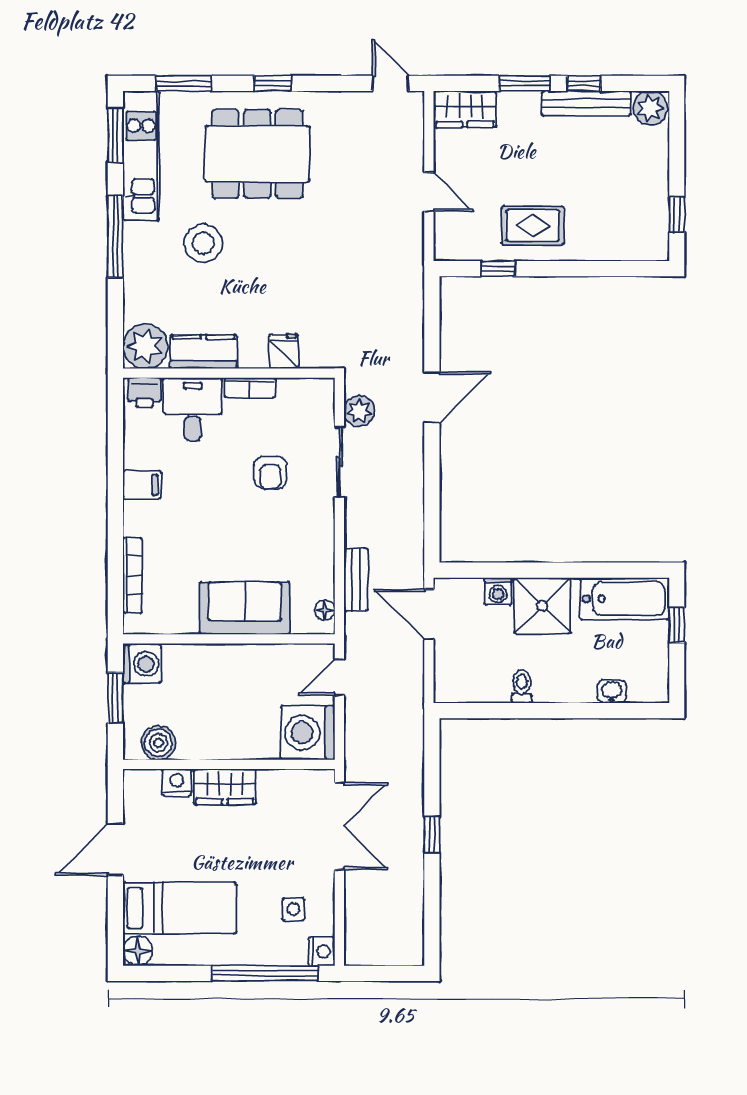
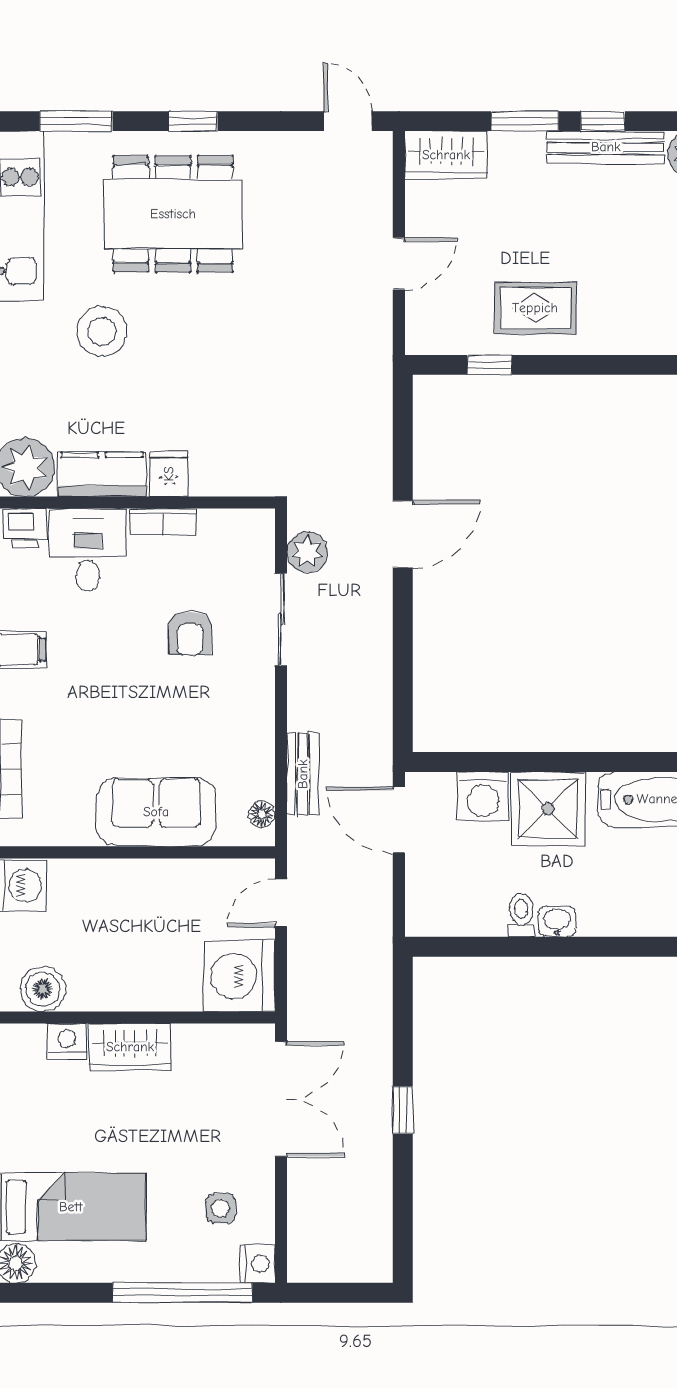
door: (429, 192) -> (399, 264), hinge flipped
fridge: (284, 351) -> (169, 474), moved
washing machine: (498, 591) -> (483, 797), width x1.38, depth x1.38
washbasin: (612, 691) -> (557, 921), moved

